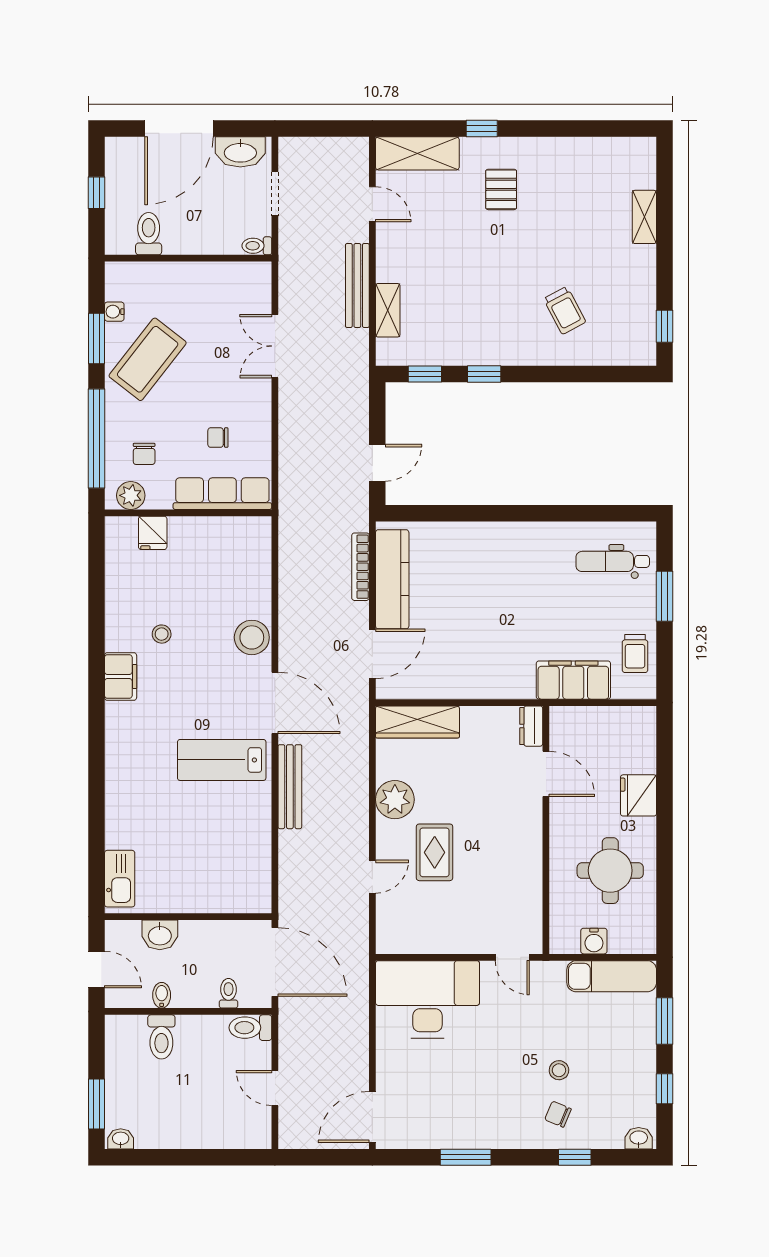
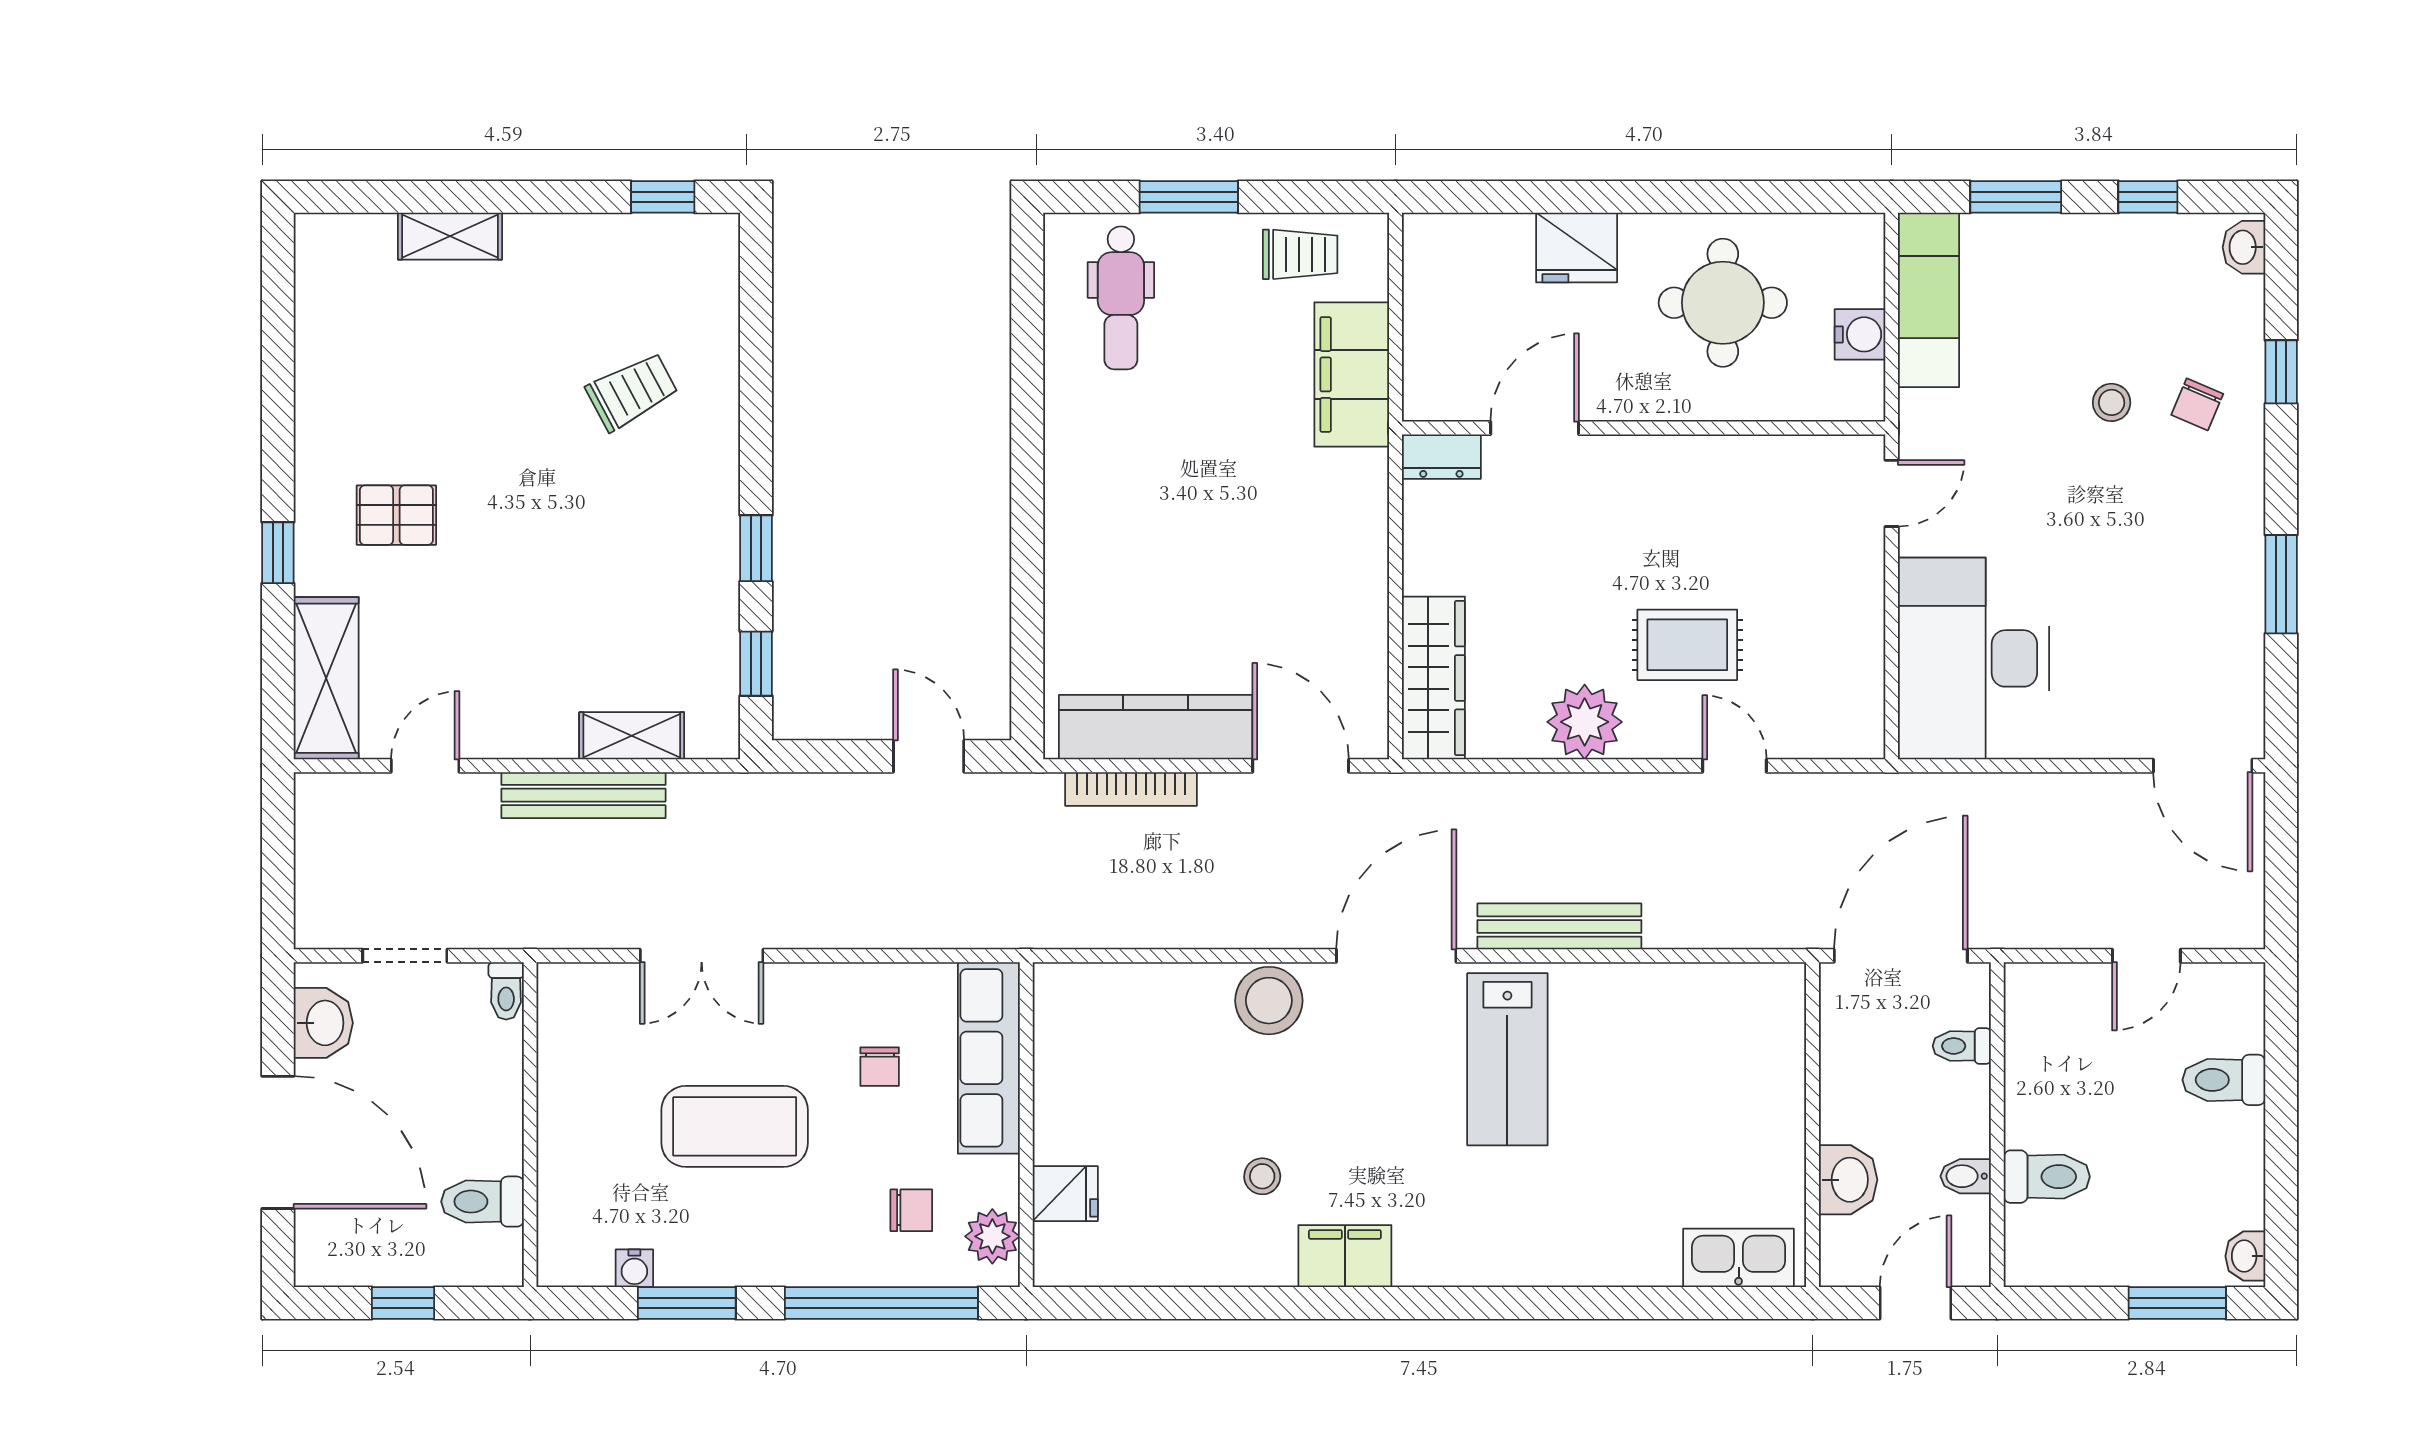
washbasin: (240, 152) -> (323, 1023), width x0.72
coffee table: (148, 359) -> (735, 1126), moved, turned -38
toilet: (250, 1028) -> (2224, 1080), moved, turned 90

